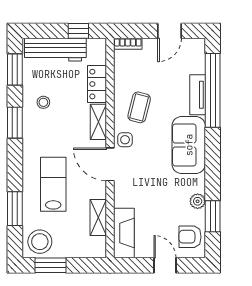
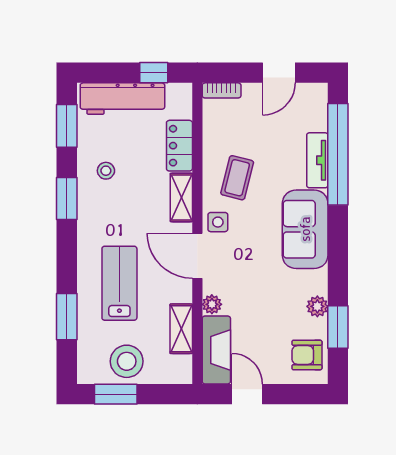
plant: (121, 200) -> (212, 304), added
stool: (40, 242) -> (127, 361), moved
door: (165, 265) -> (247, 394), moved

